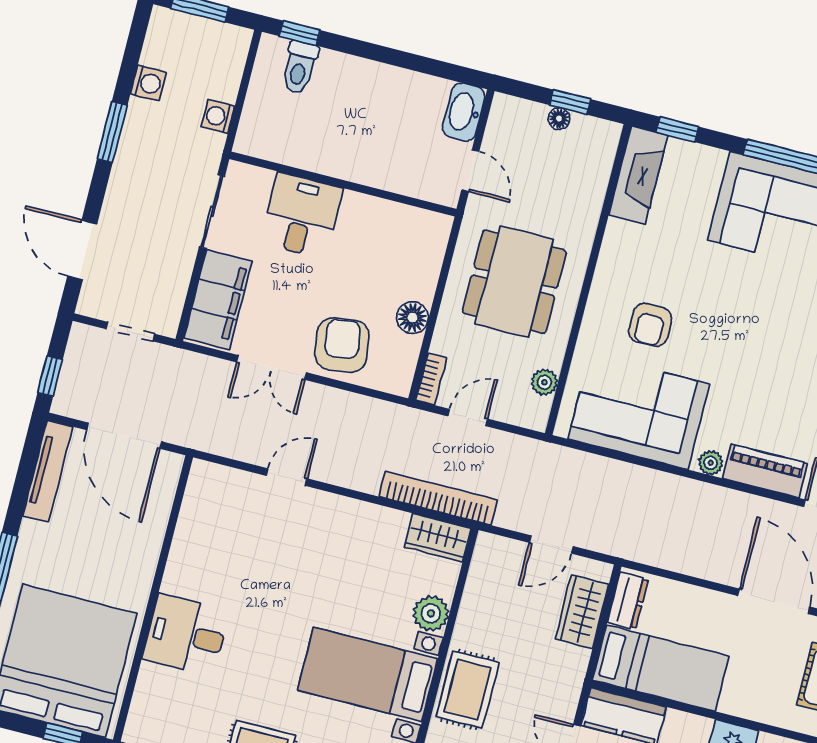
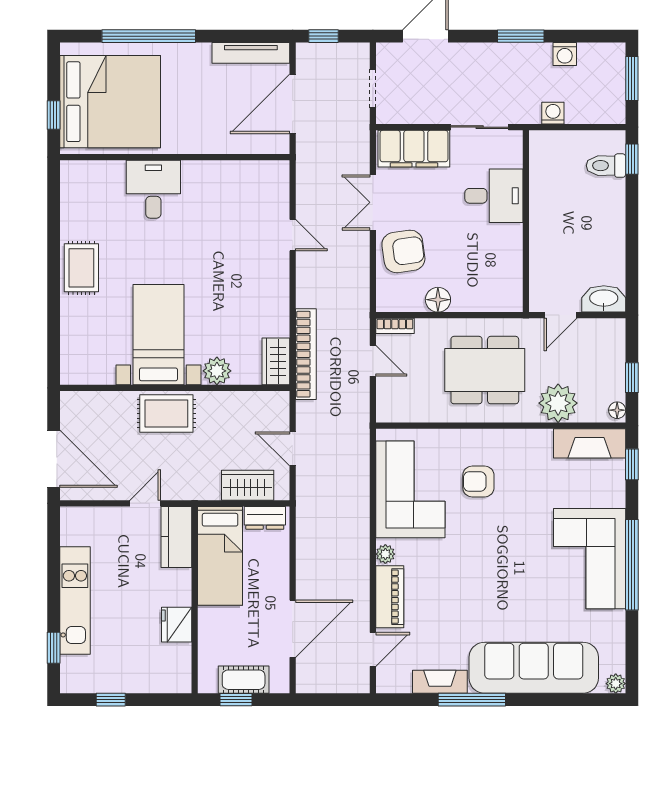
floor lamp: (559, 119) -> (617, 410), moved
plant: (544, 382) -> (558, 403), moved, width x1.87, depth x1.87

